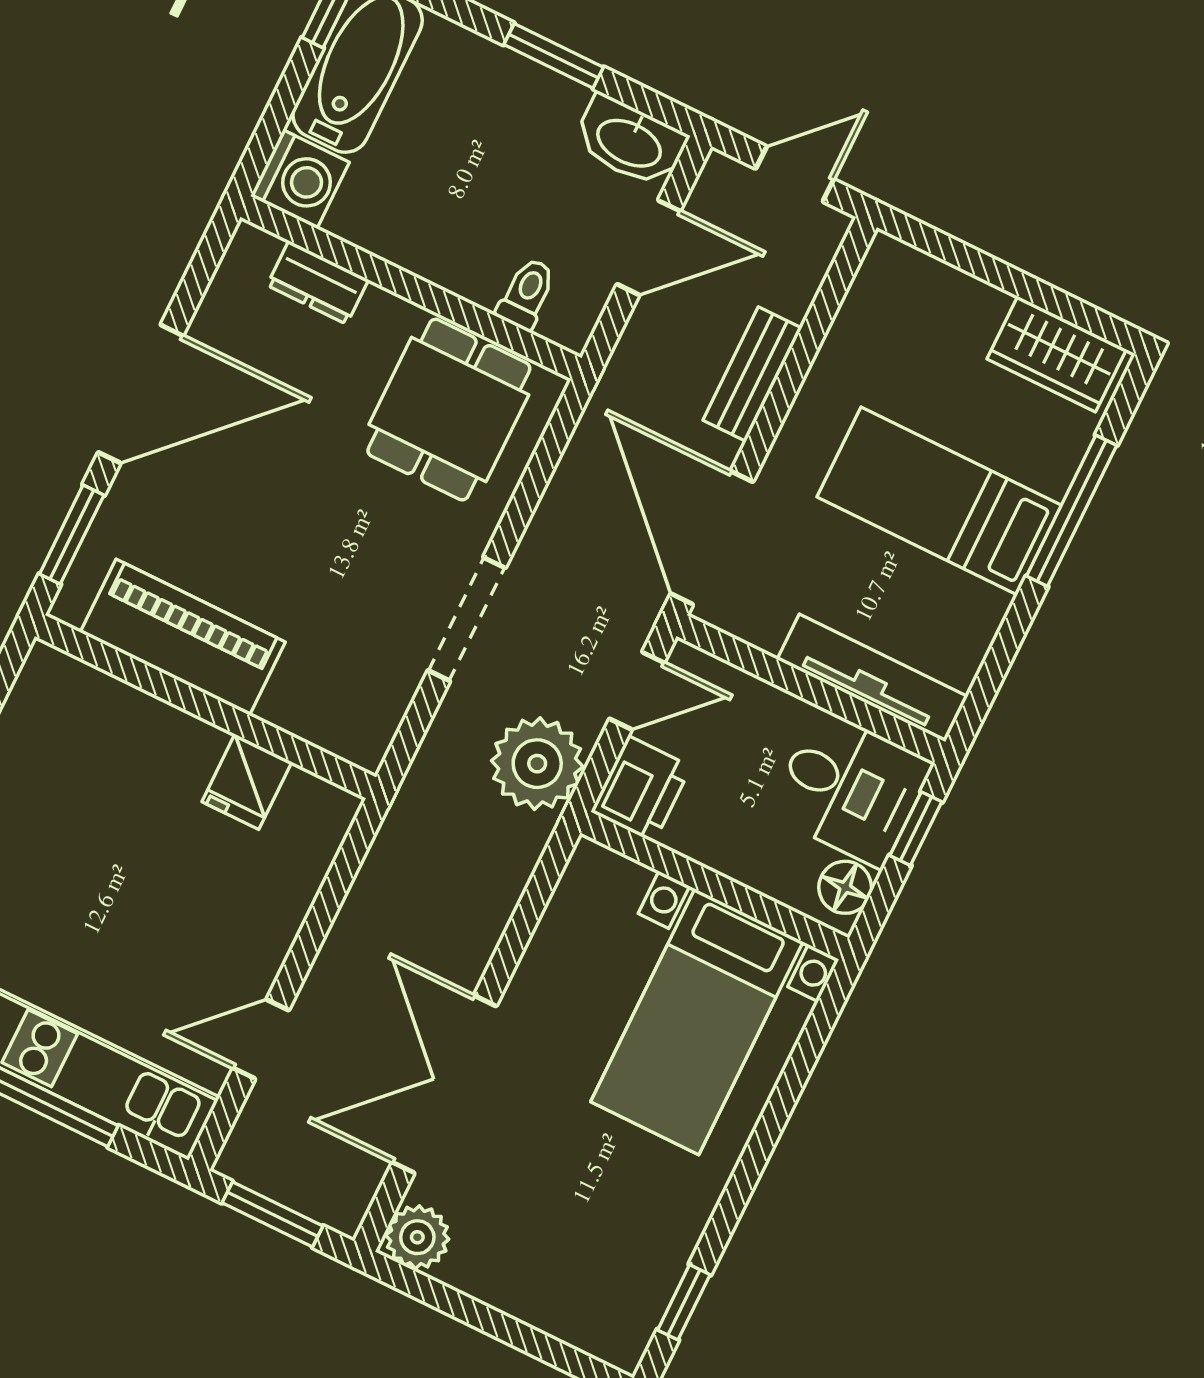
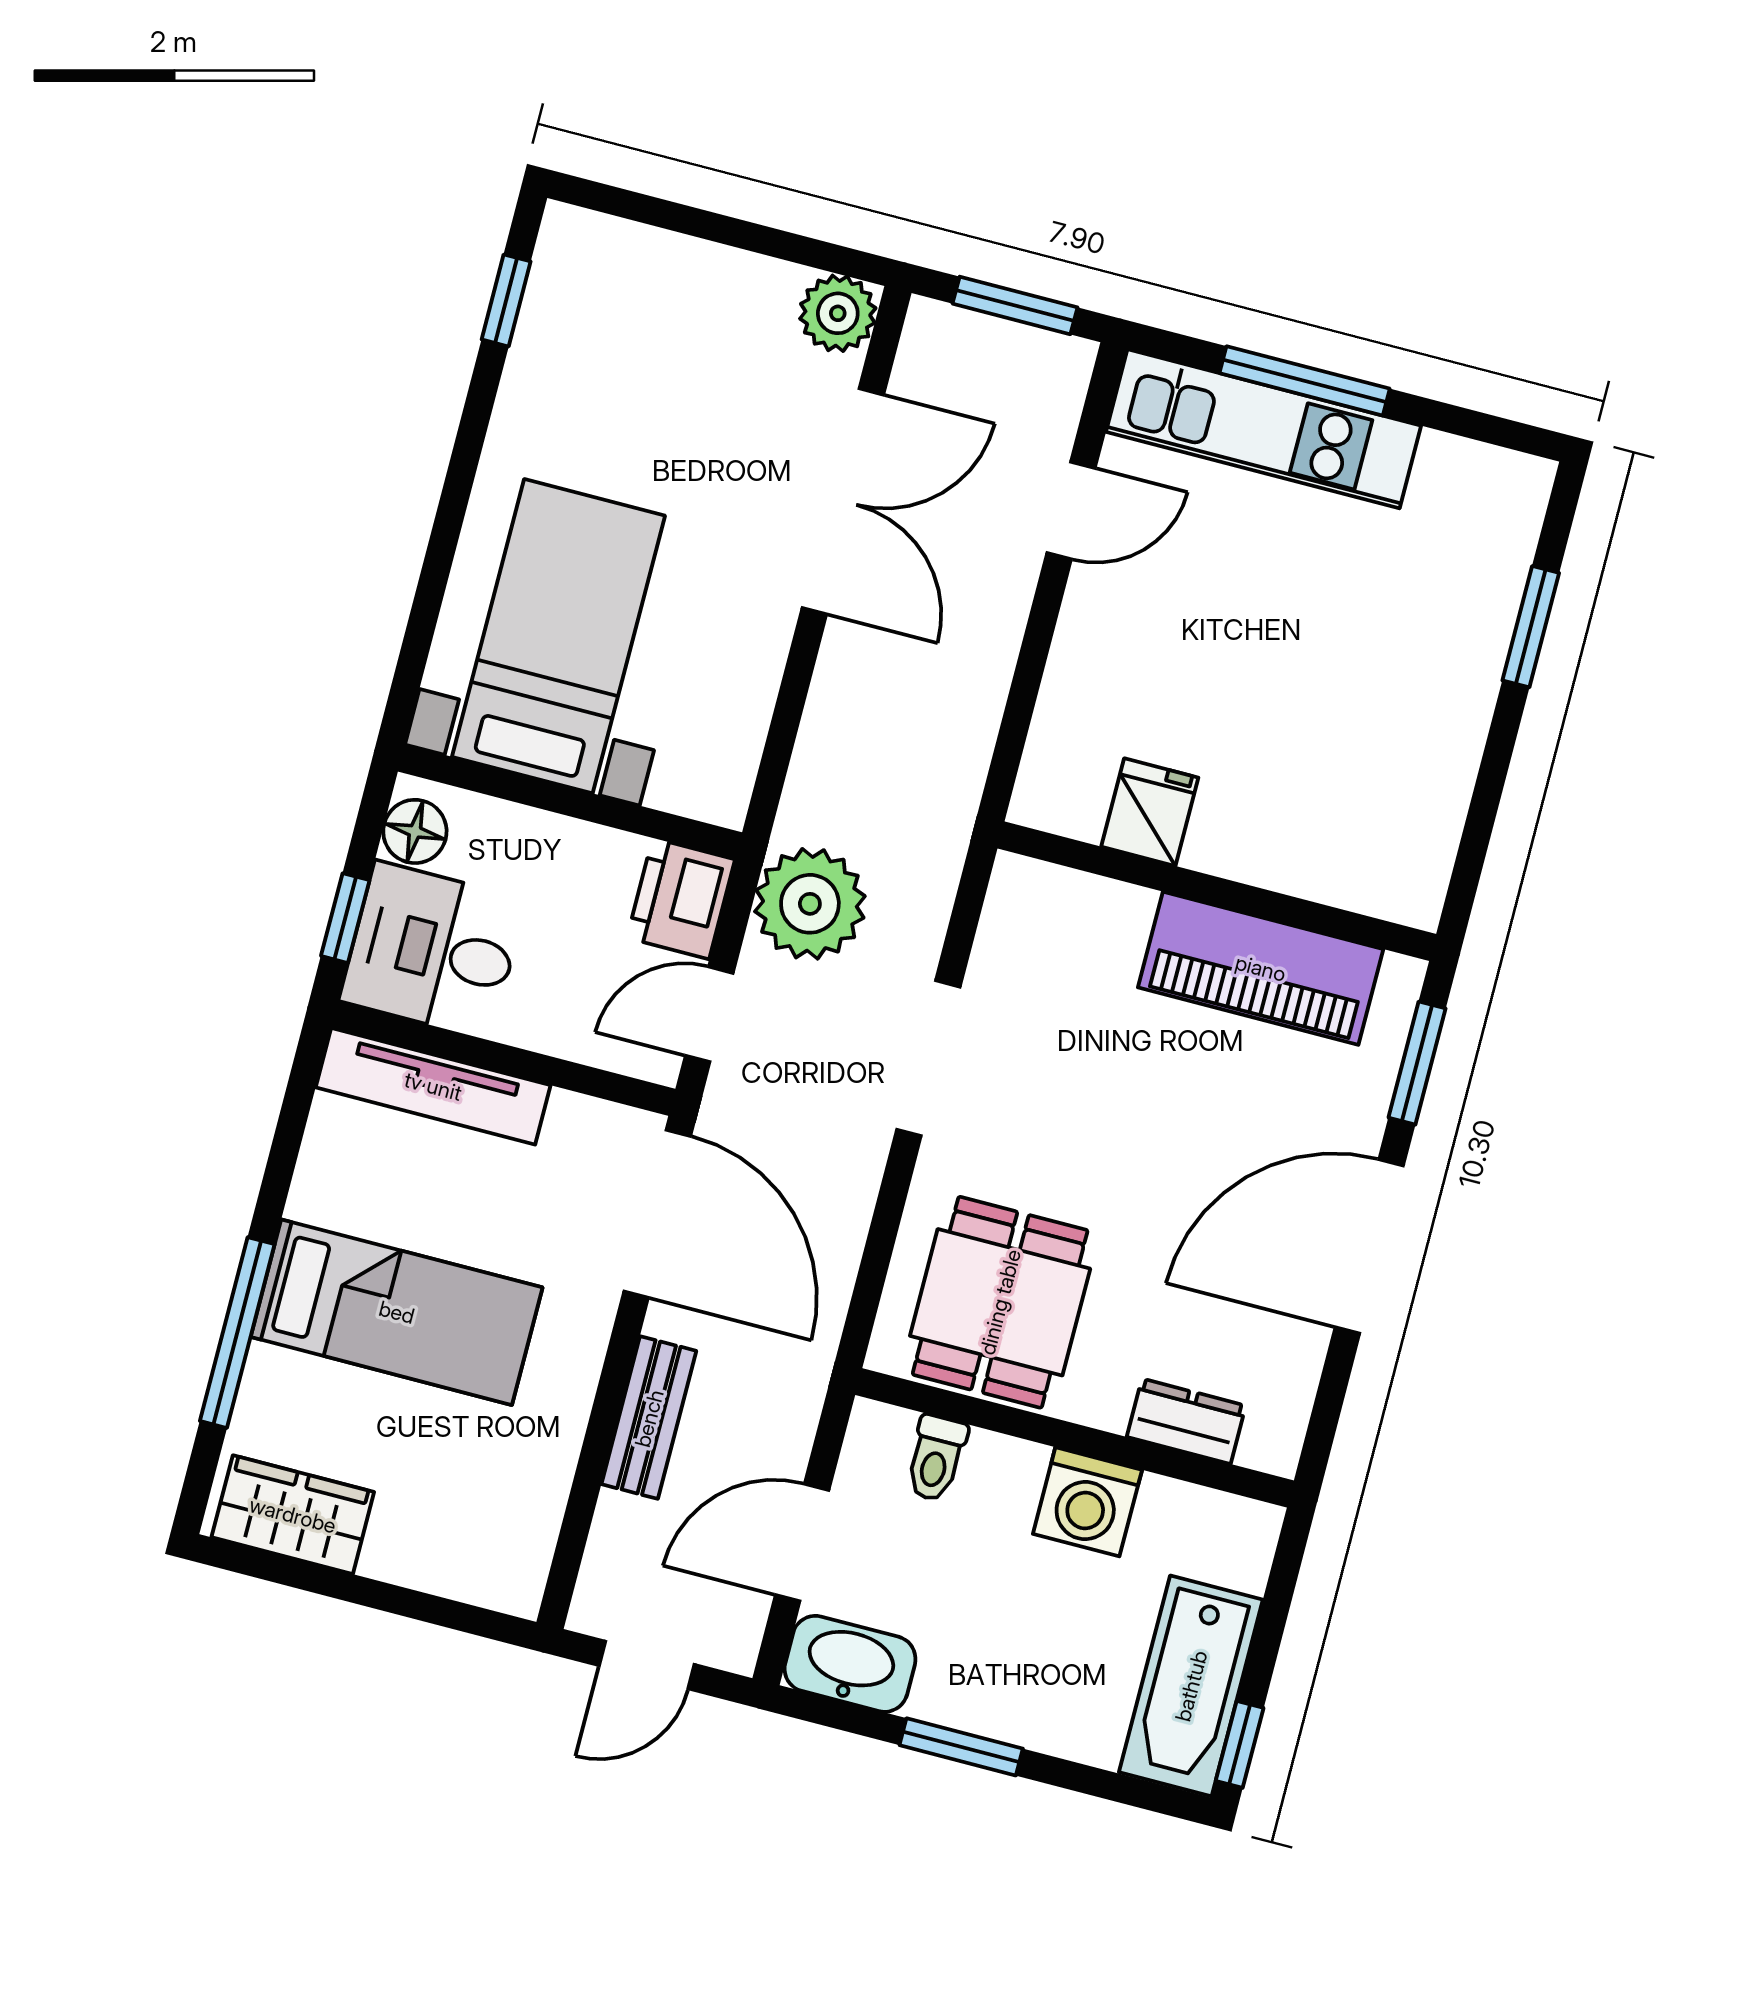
washing machine: (300, 179) -> (1087, 1502), moved, turned -90

